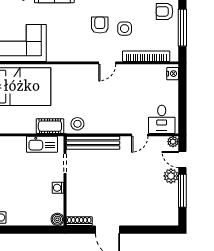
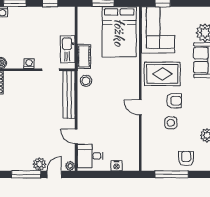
rug: (70, 38) -> (162, 74), added
bookcase: (146, 56) -> (146, 142), removed
nightstand: (173, 74) -> (116, 166), moved

